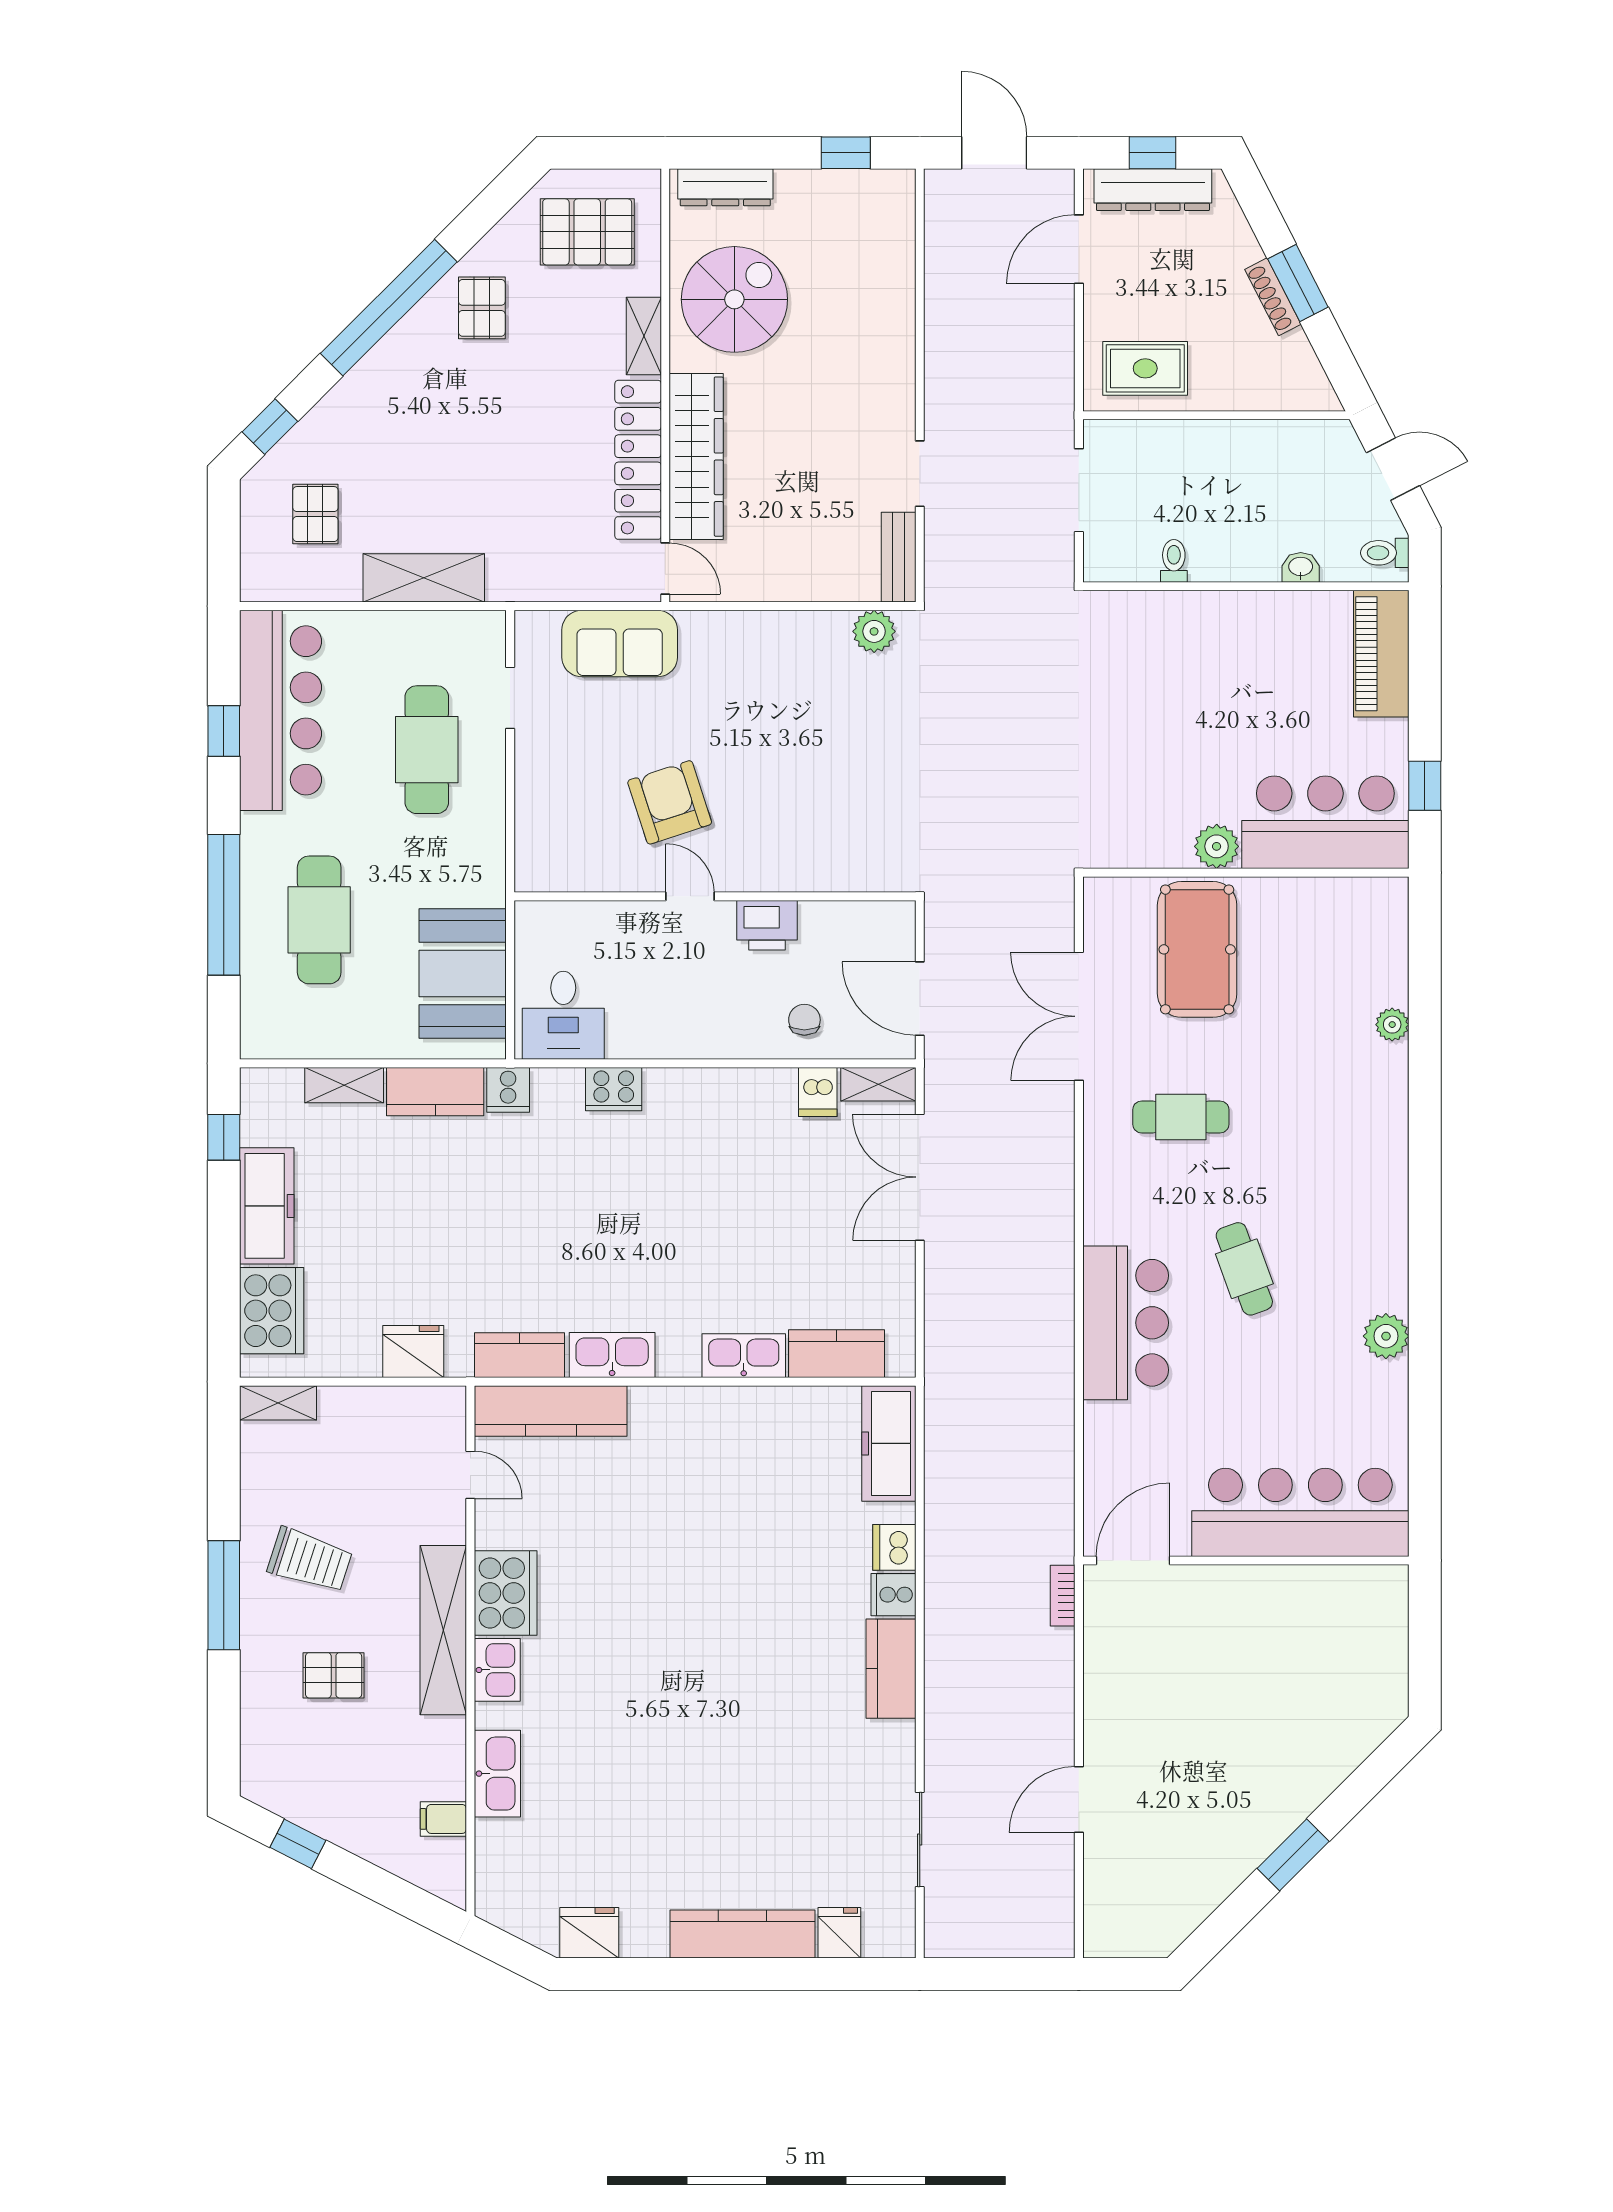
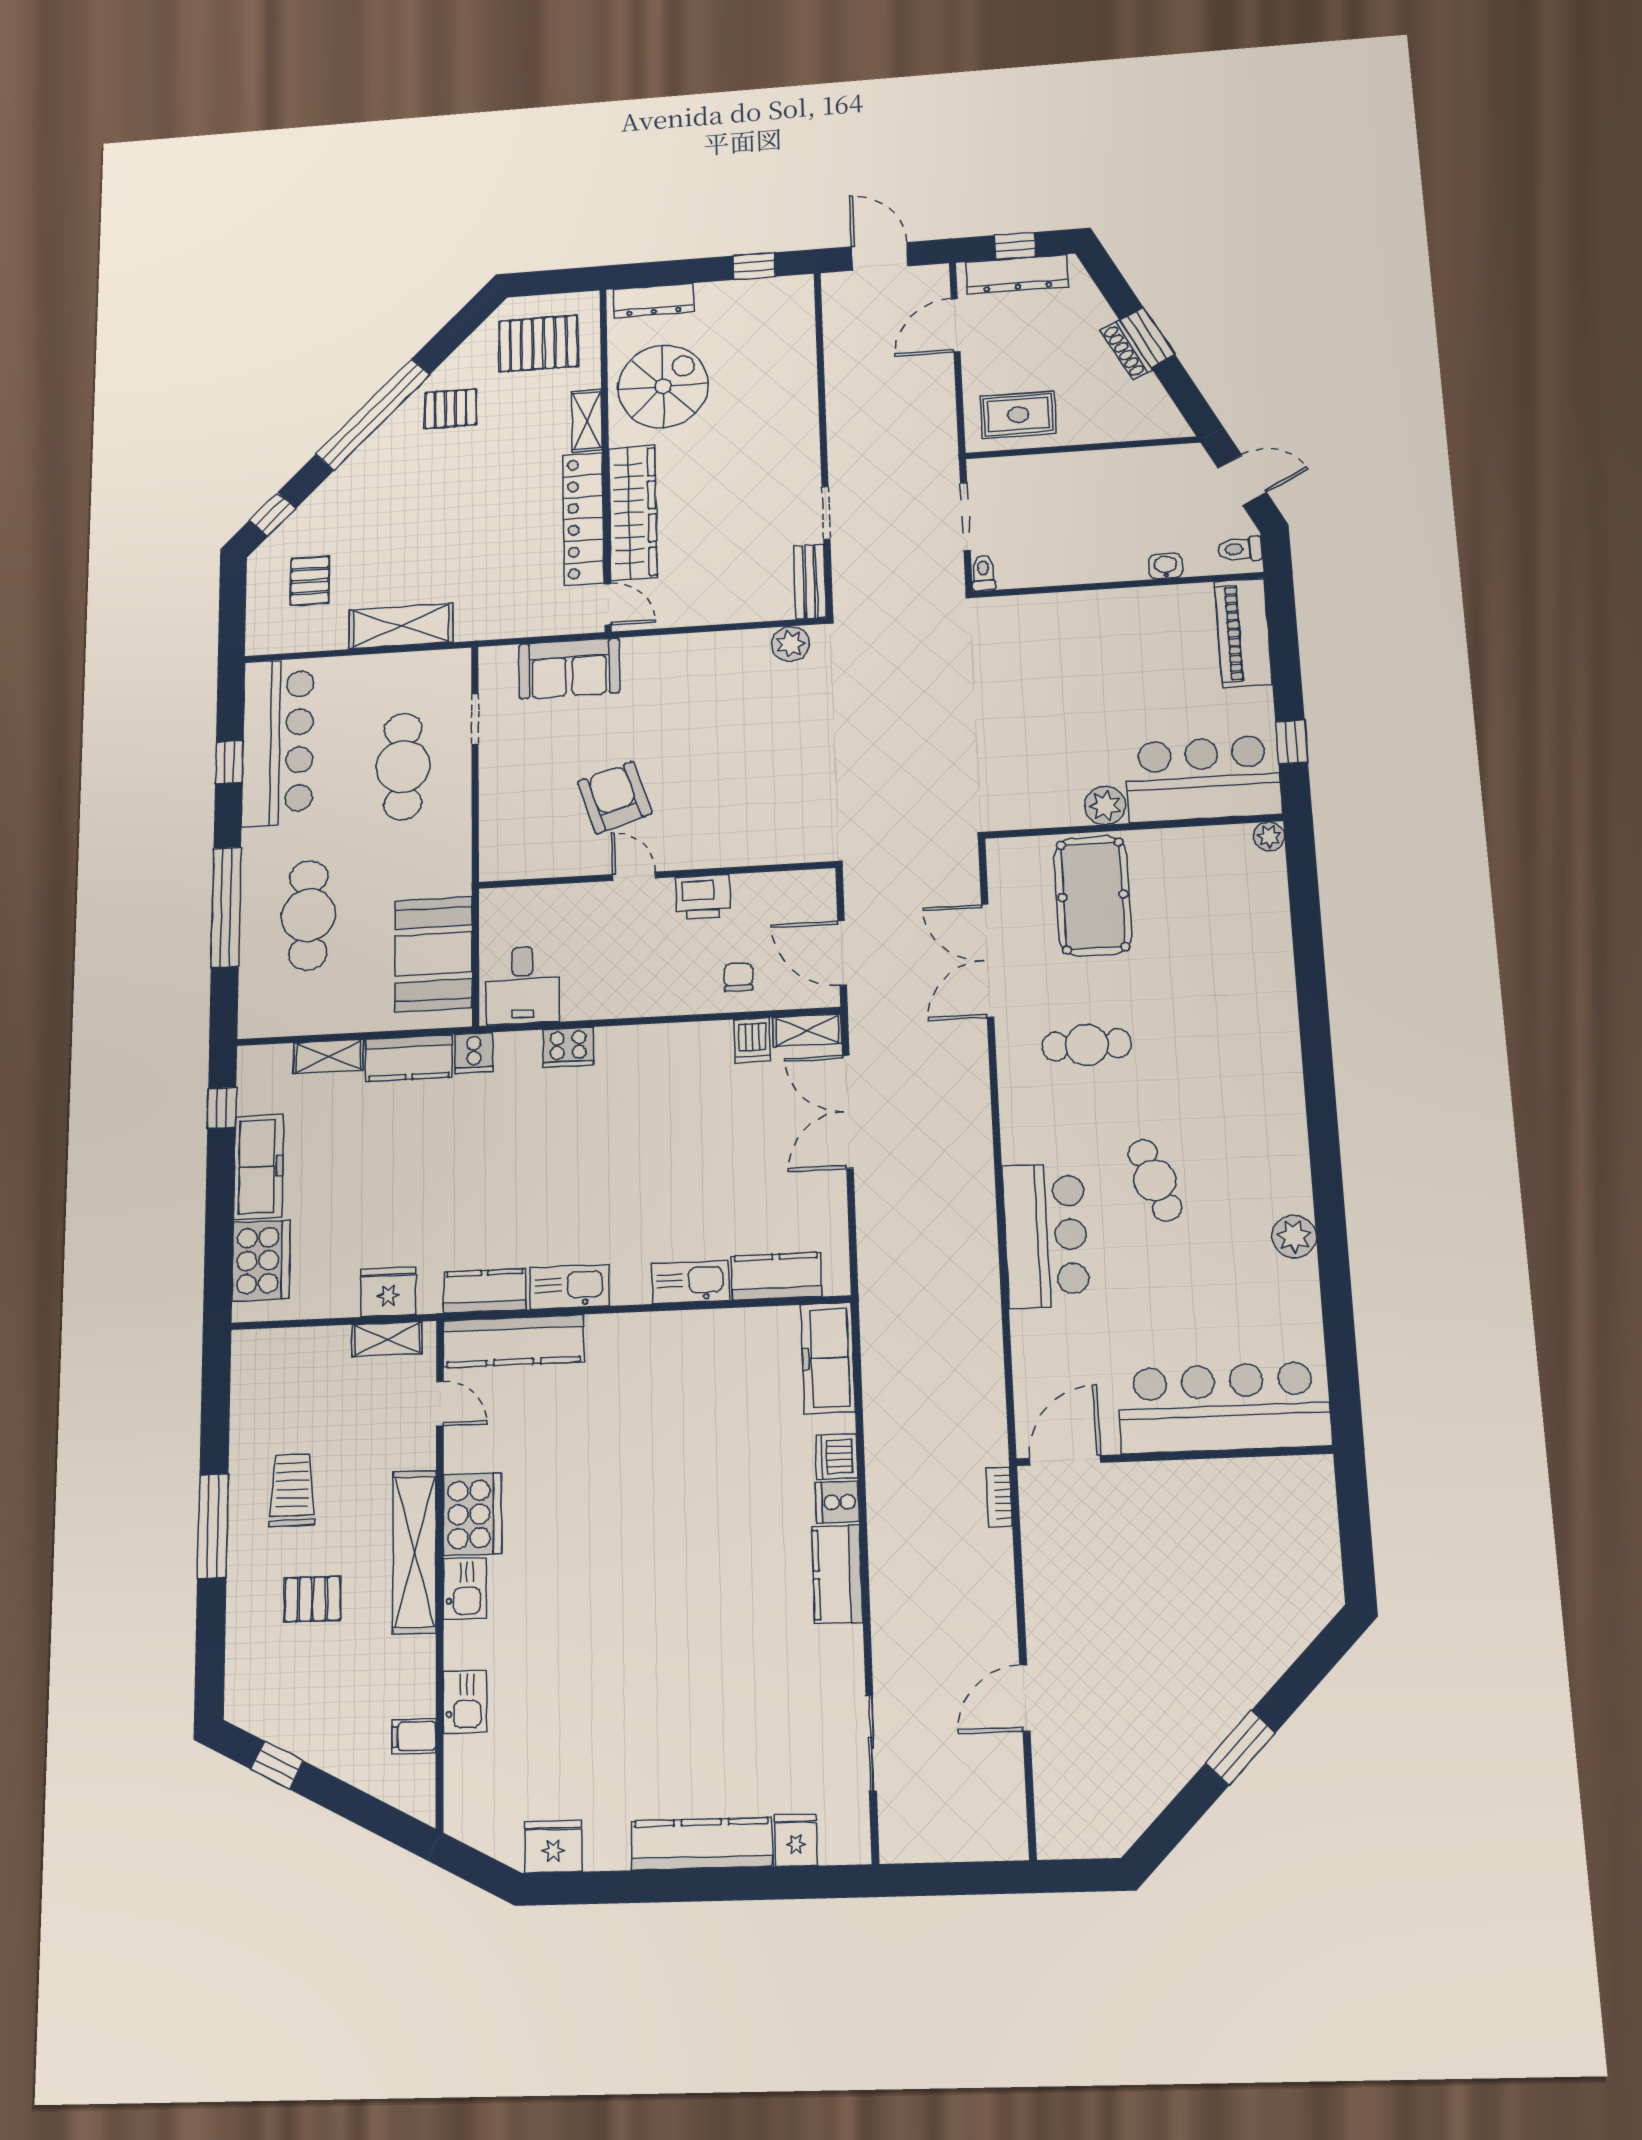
pallet: (482, 308) -> (450, 409), turned 90
toilet: (1174, 561) -> (983, 573), moved
plant: (1392, 1025) -> (1269, 836), moved
shelving: (278, 1403) -> (387, 1339), moved
trolley: (310, 1560) -> (292, 1490), turned -108
kitchen sink: (497, 1774) -> (465, 1702), width x0.73

